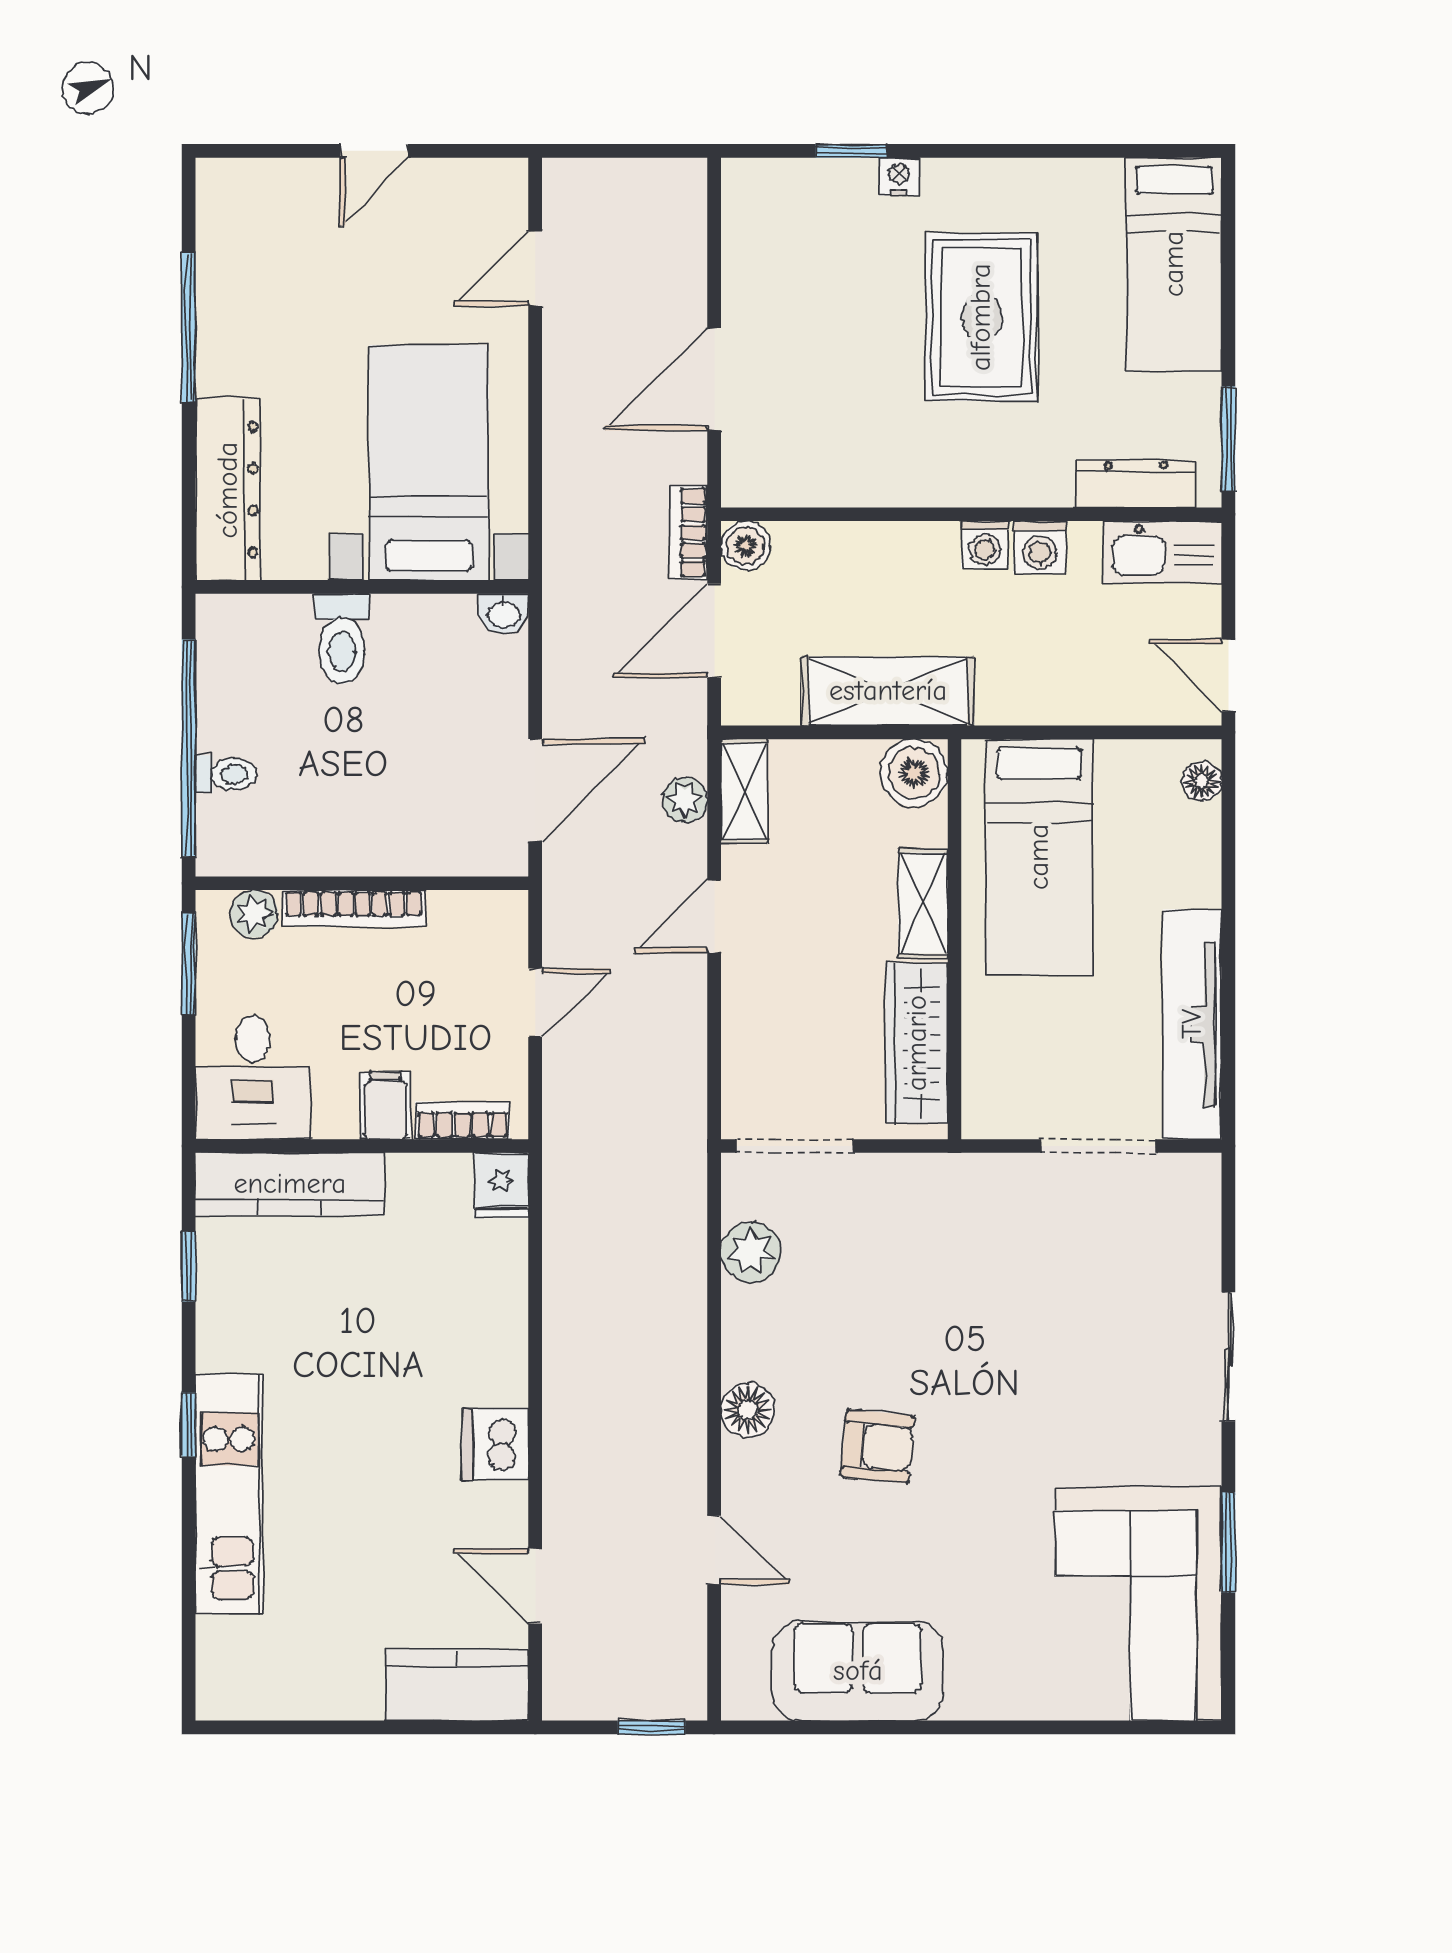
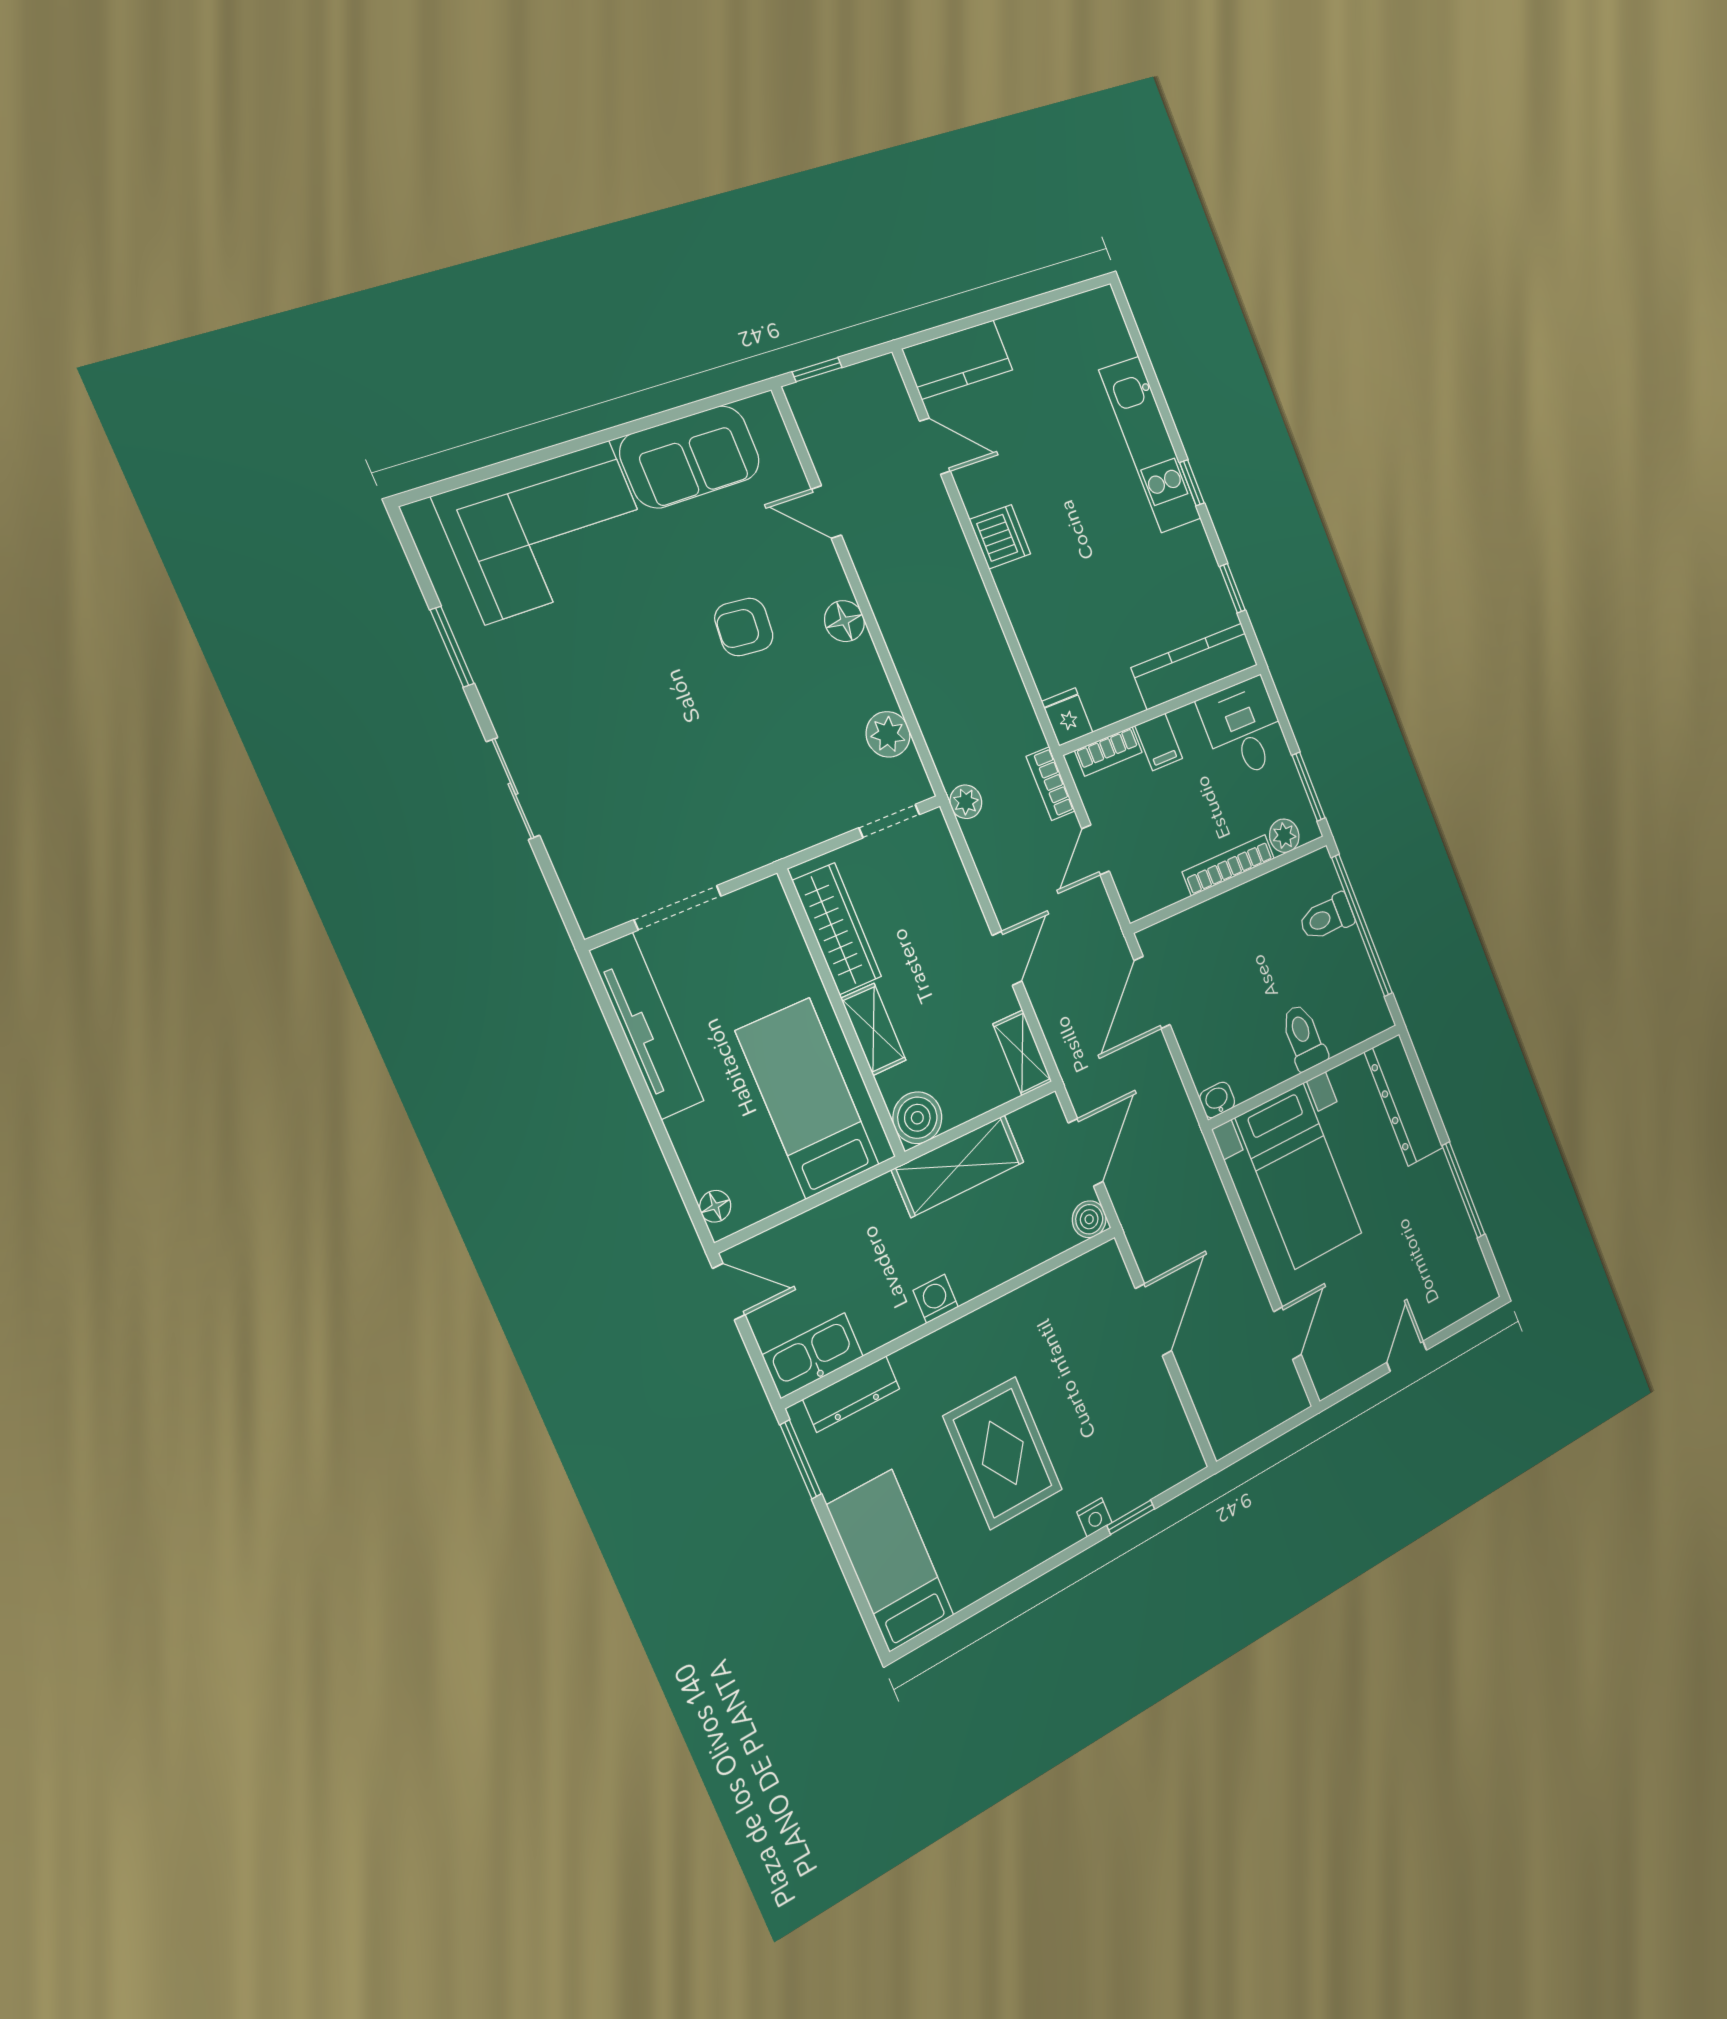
bookcase: (689, 532) -> (1051, 784), moved, turned 180
washing machine: (1040, 547) -> (898, 1316), removed
toilet: (226, 774) -> (1327, 917), width x1.37, depth x1.39
plant: (685, 800) -> (966, 802), moved
doorway: (795, 1146) -> (889, 821), width x0.73
corner sofa: (1138, 1604) -> (548, 532), moved, turned 90

